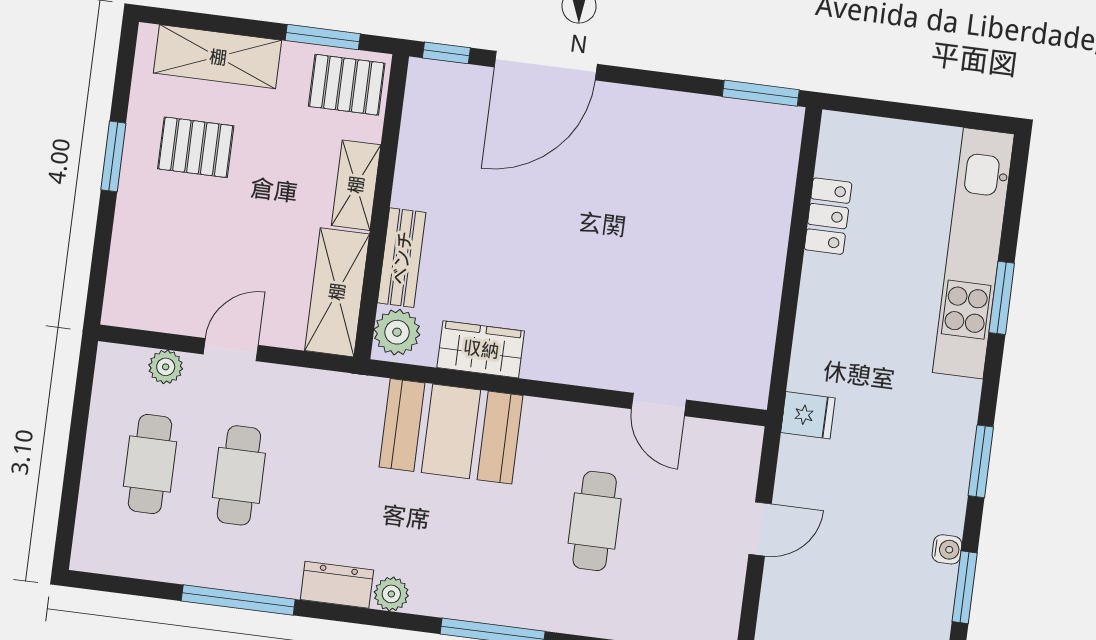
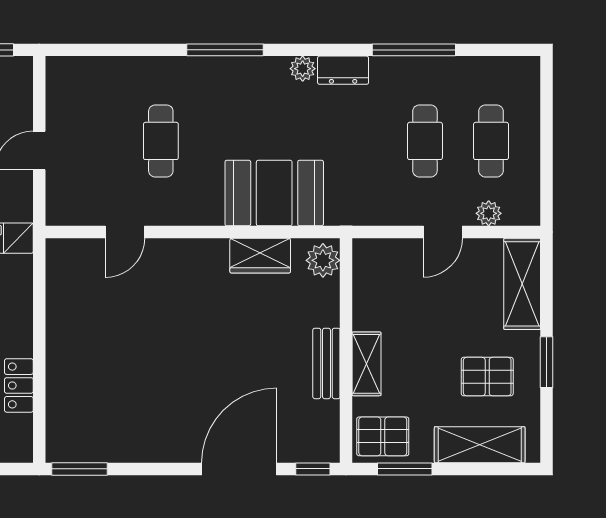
bench: (402, 258) -> (326, 363), moved
shelving: (337, 292) -> (522, 284), moved
door: (659, 404) -> (125, 232), swing flipped

